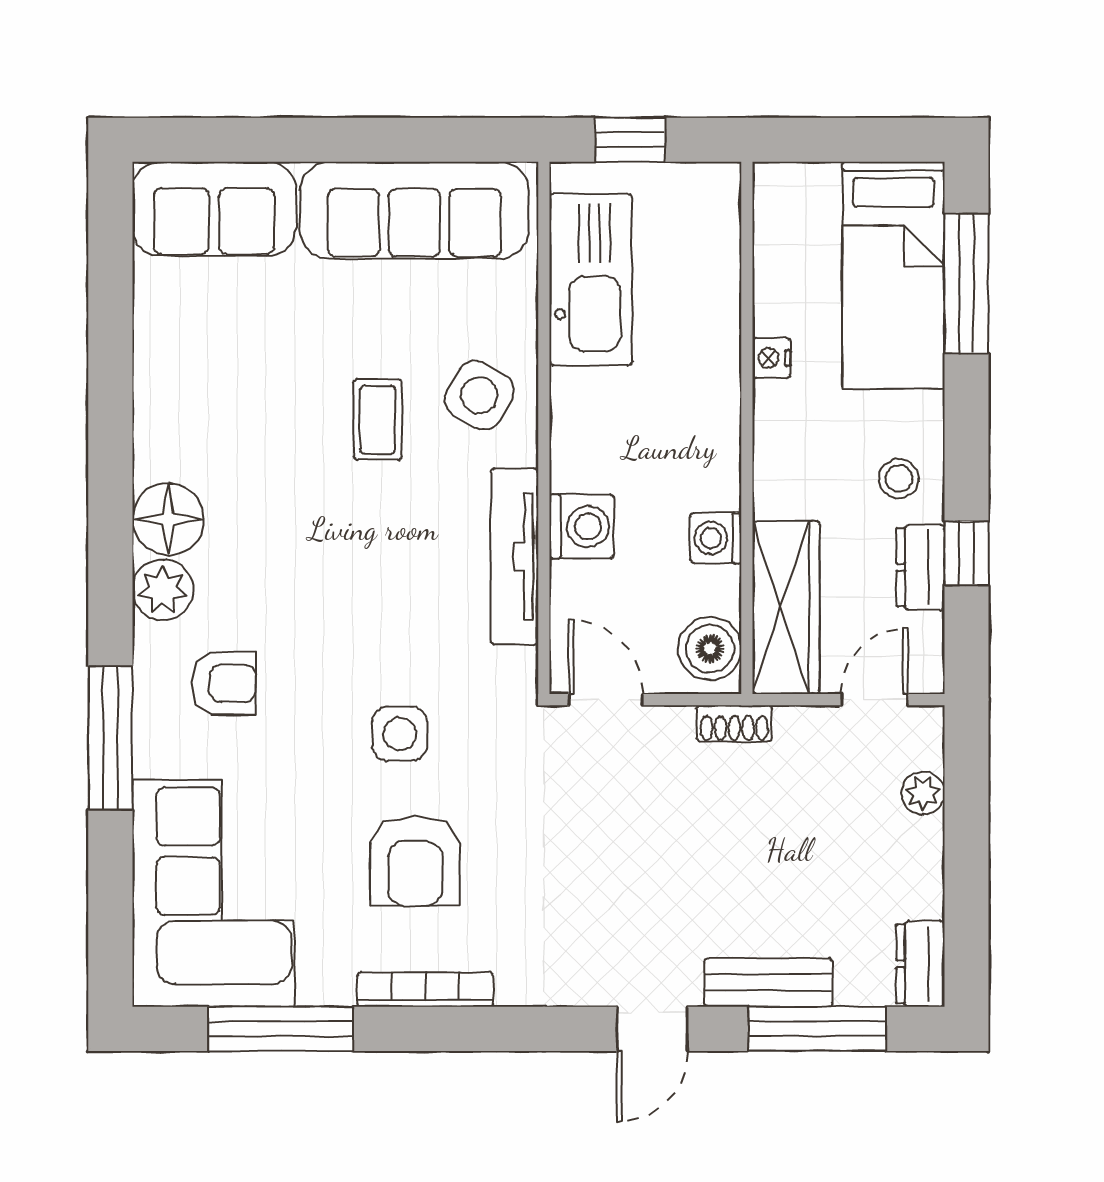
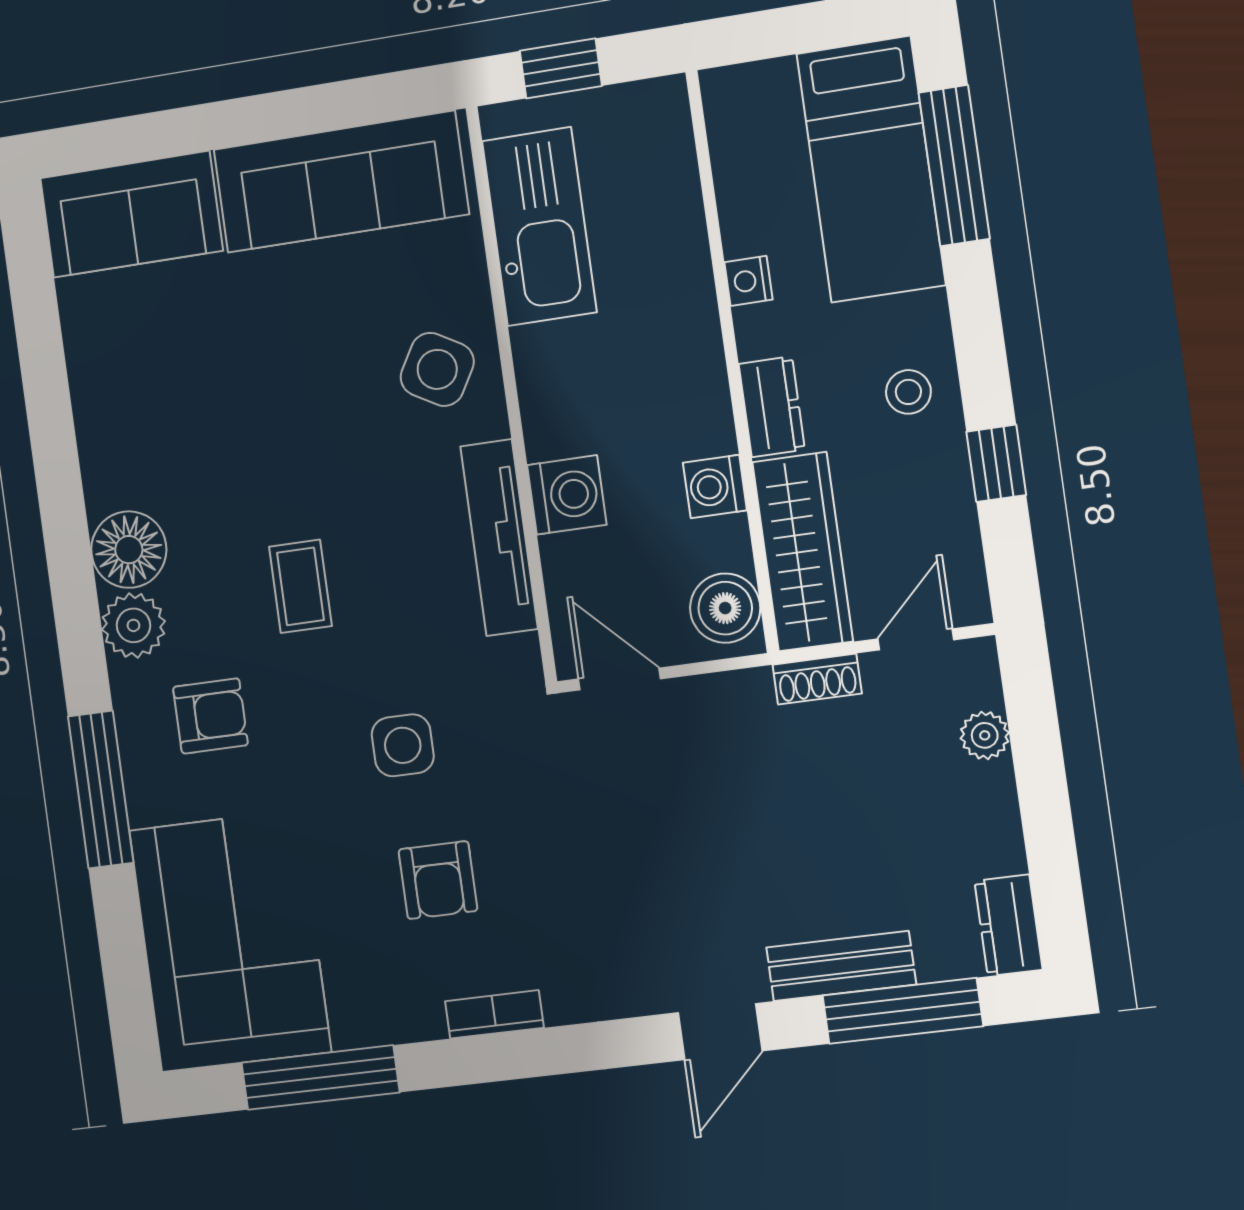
coffee table: (378, 420) -> (300, 586), moved
dresser: (920, 567) -> (772, 407), moved, turned 180
shoe rack: (734, 723) -> (817, 679), moved
armchair: (415, 861) -> (438, 880), width x0.72, depth x0.72
bookcase: (425, 989) -> (494, 1014), width x0.64

